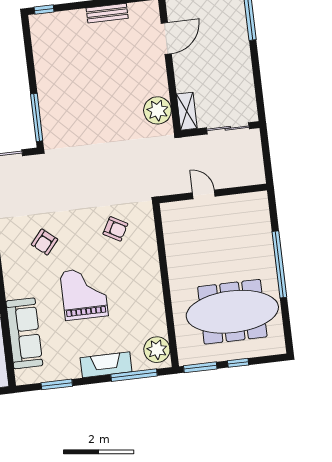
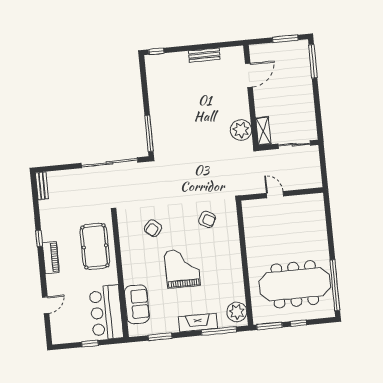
window: (279, 264) -> (335, 285), moved
sofa: (24, 333) -> (137, 304), width x0.73

